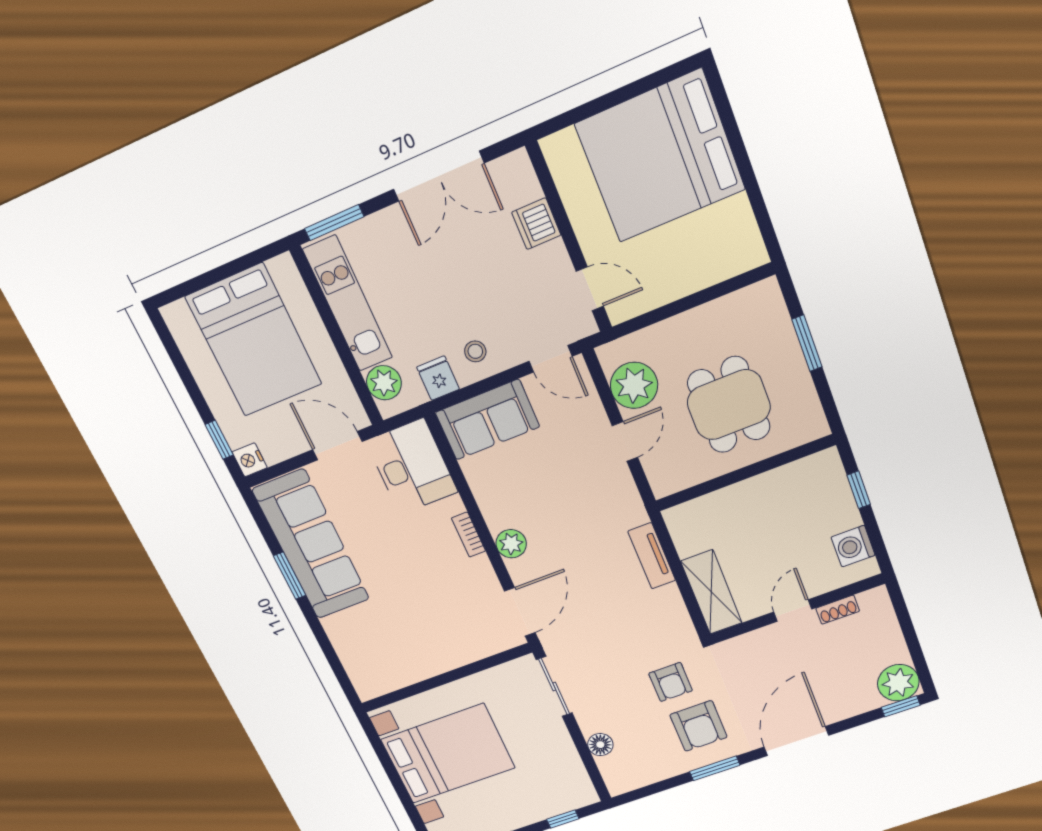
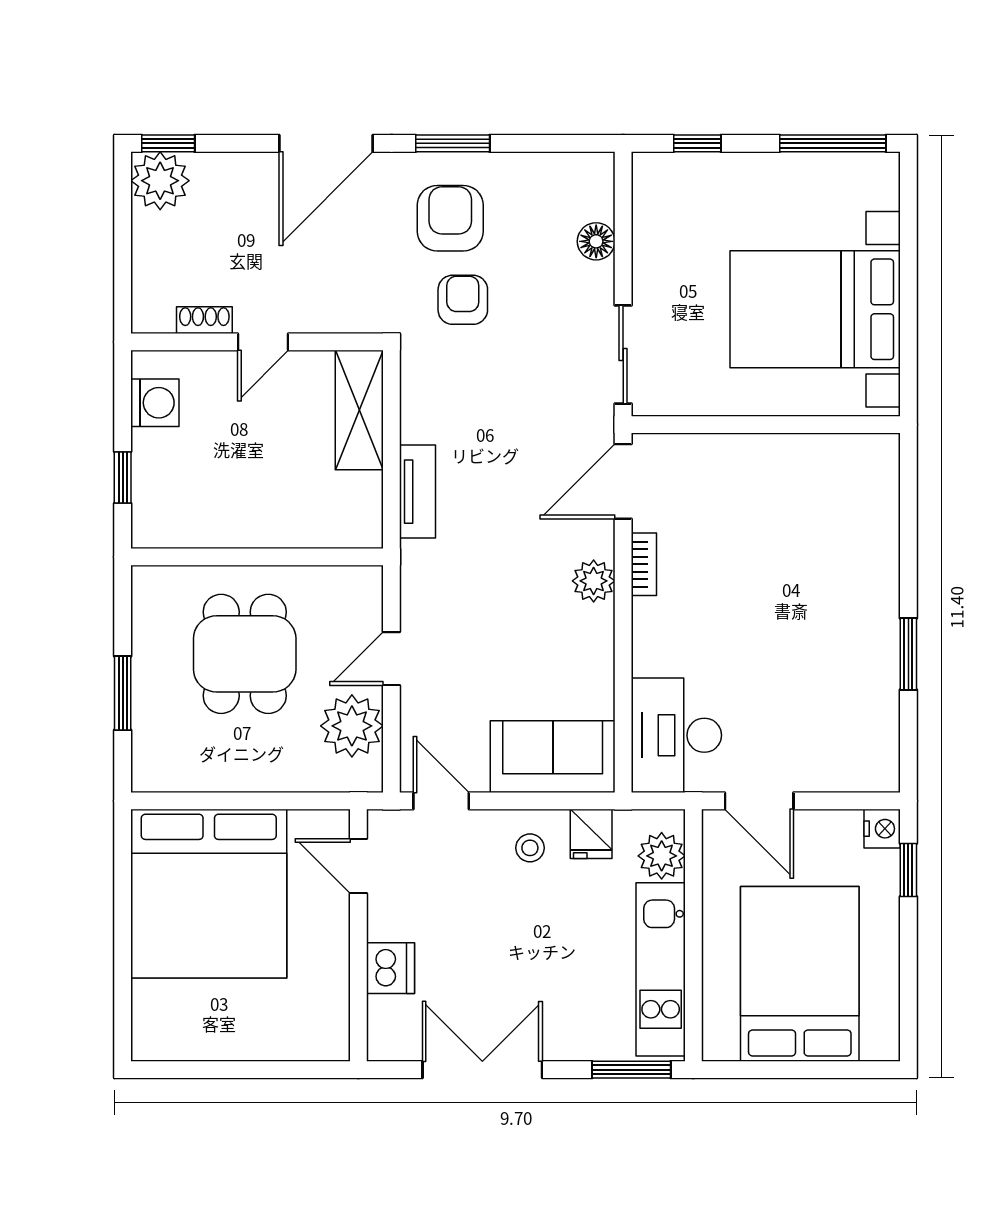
bed: (660, 157) -> (209, 894), moved, turned 90
bookcase: (468, 535) -> (644, 564), moved
sofa: (311, 545) -> (858, 685), removed

